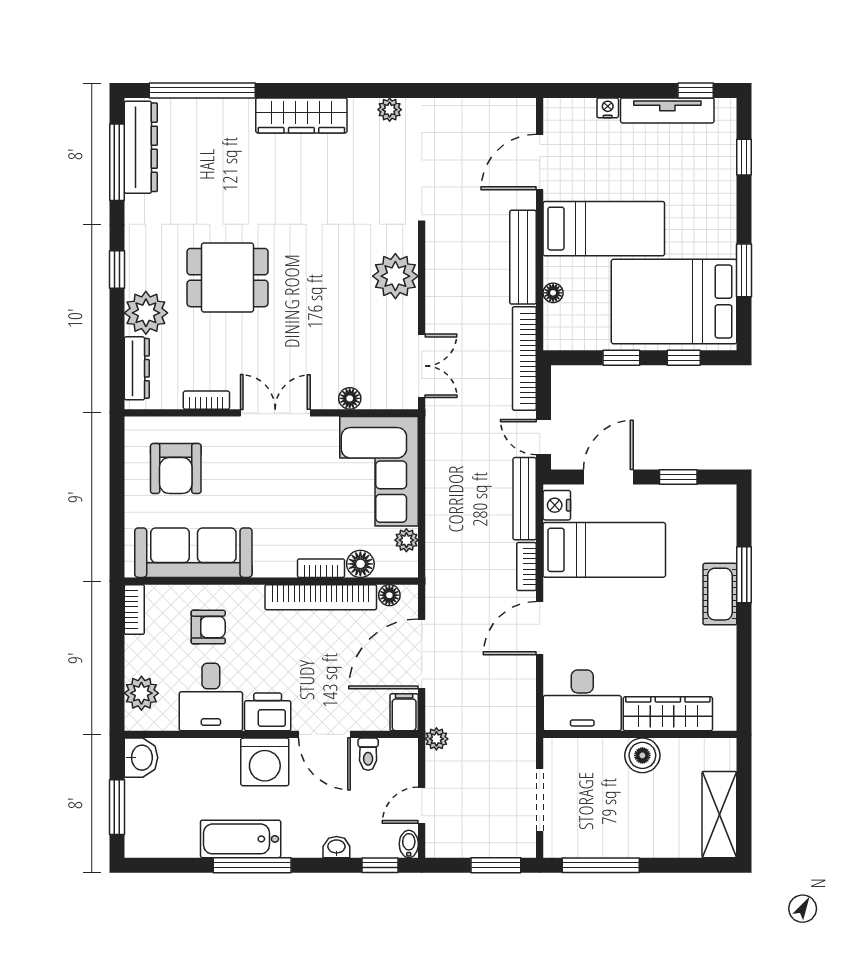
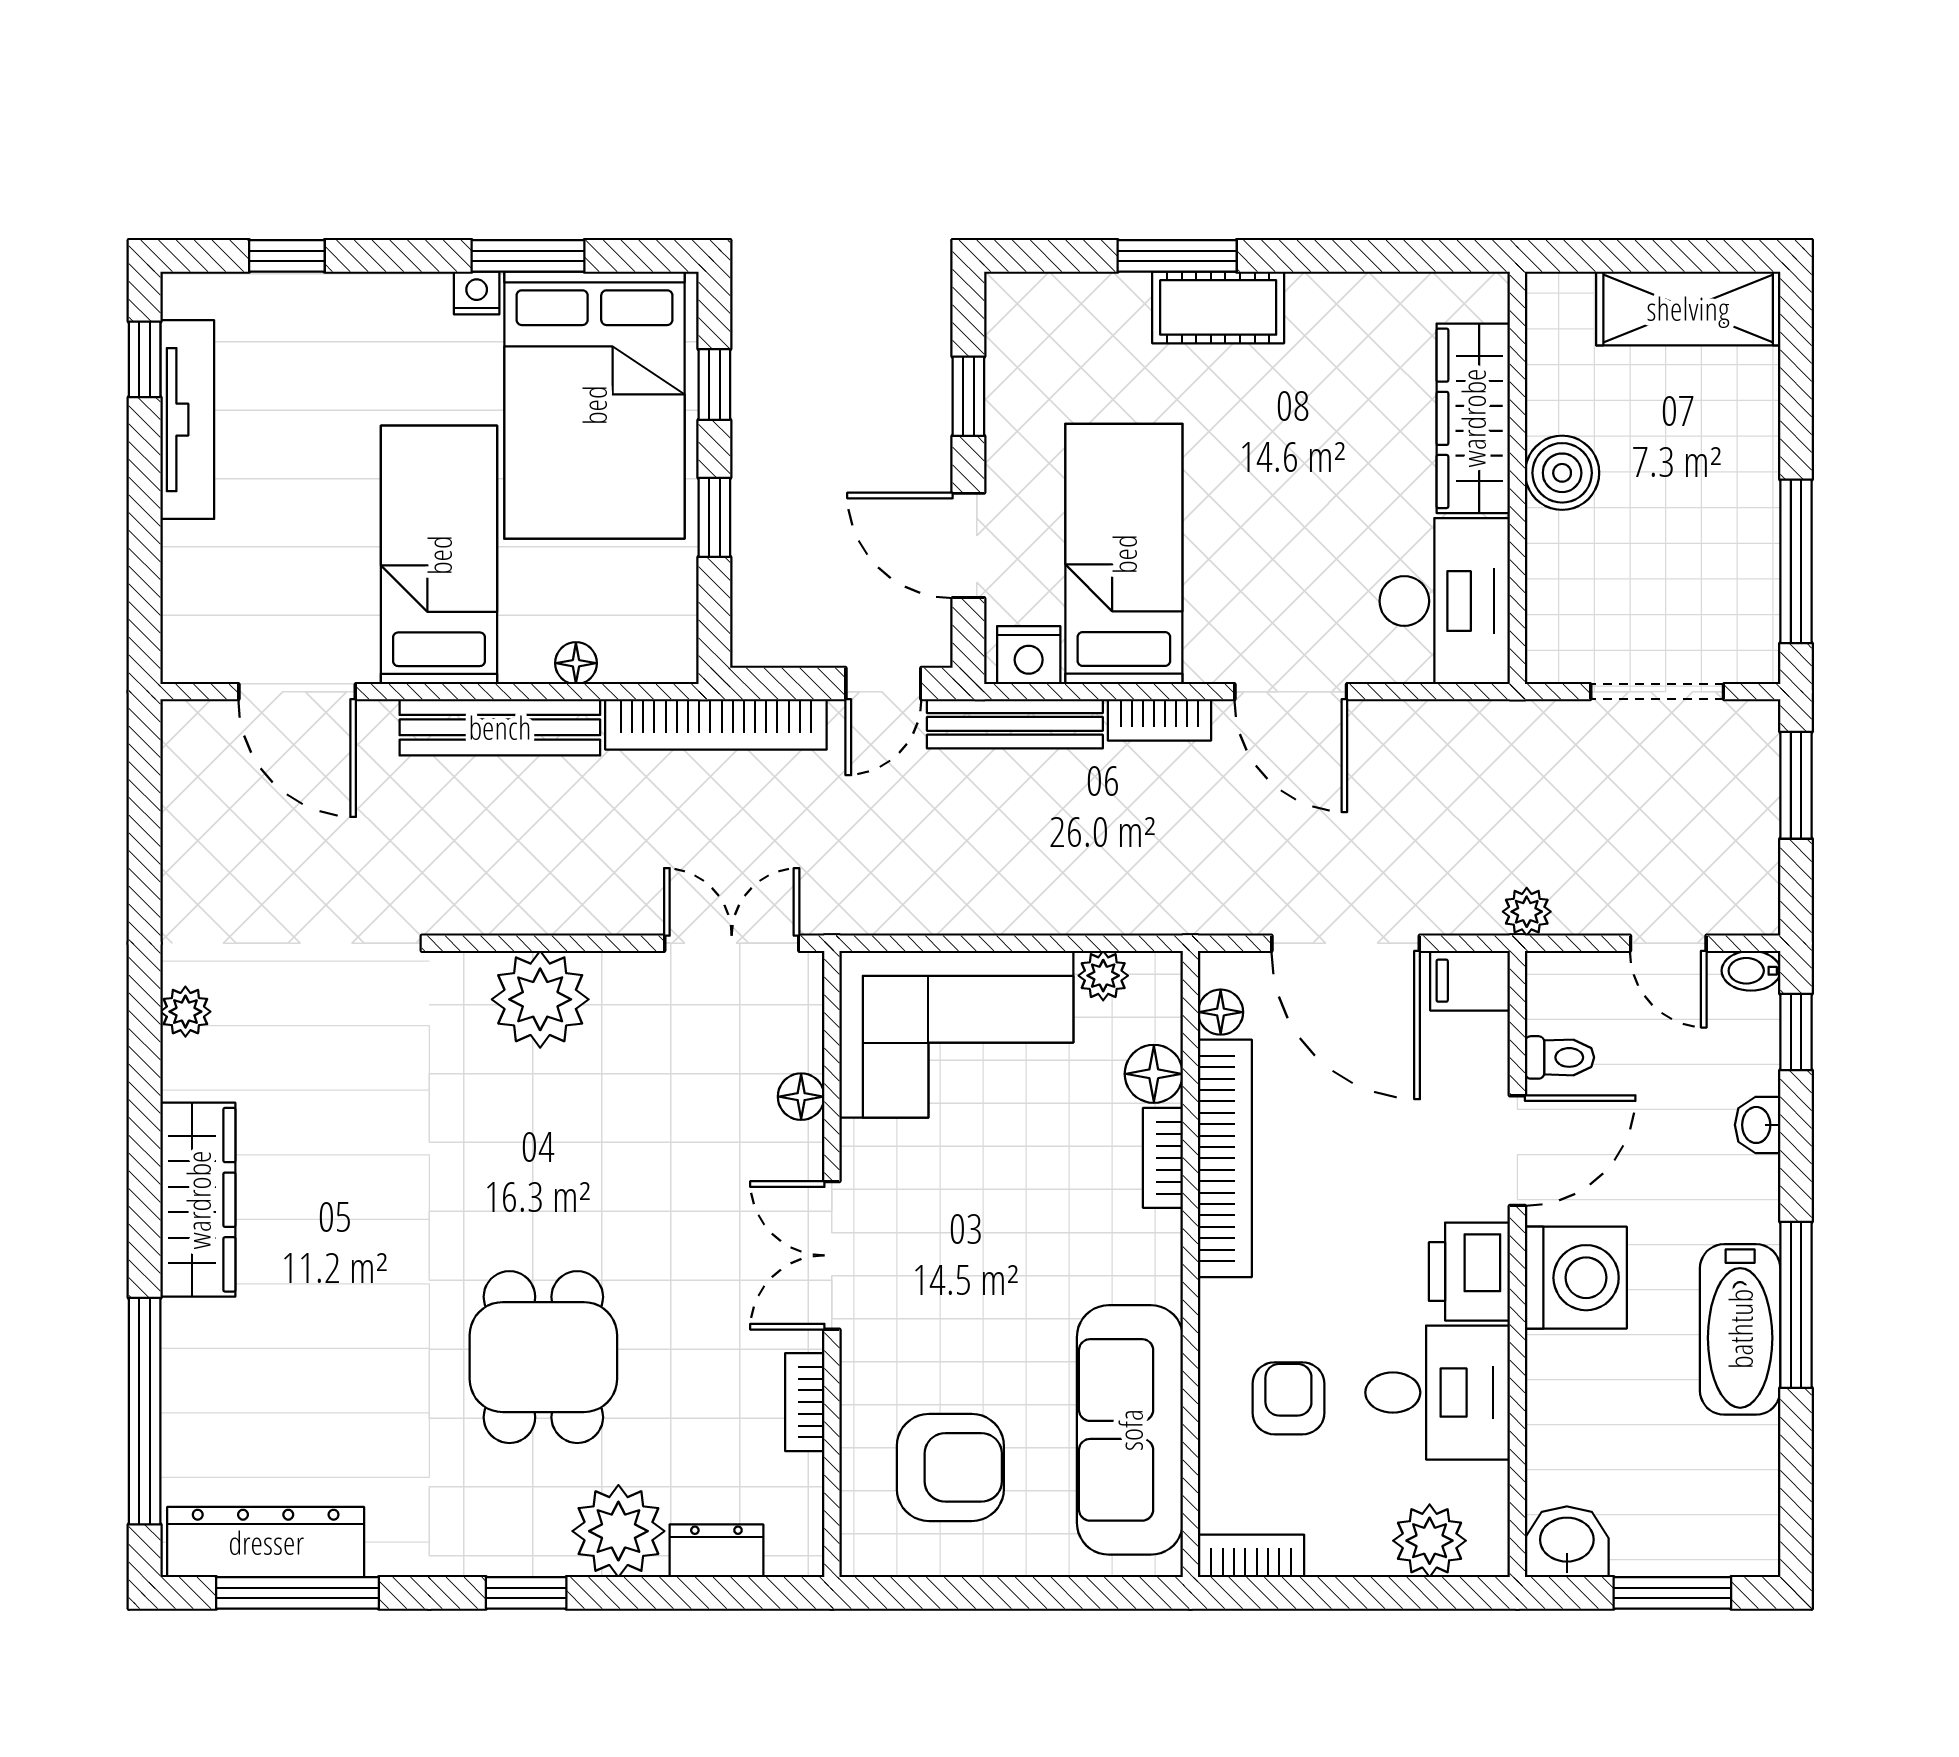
nightstand: (608, 108) -> (477, 293), moved, turned 90
dresser: (137, 368) -> (716, 1551), width x0.70

